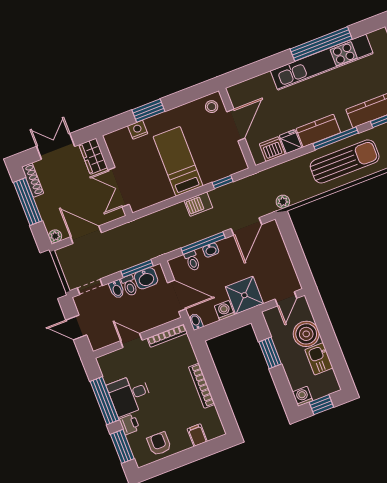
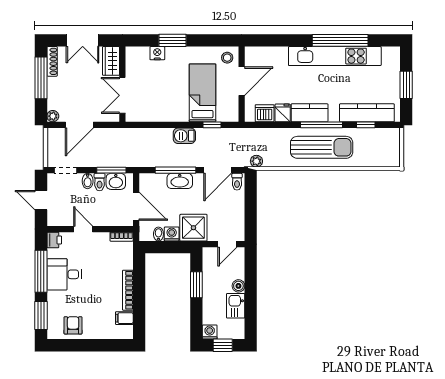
double door: (56, 146) -> (83, 40), swing flipped
bed: (178, 161) -> (202, 93), moved
door: (86, 235) -> (79, 125), swing flipped
washbasin: (211, 250) -> (180, 181), width x1.91, depth x1.45
toilet: (192, 261) -> (237, 182), moved
bidet: (196, 321) -> (158, 234), moved
boiler: (306, 334) -> (238, 286), width x0.54, depth x0.54
bookcase: (167, 336) -> (122, 237), width x0.64
printer: (129, 424) -> (54, 240), moved
filing cabinet: (197, 435) -> (124, 318), moved, turned -90

